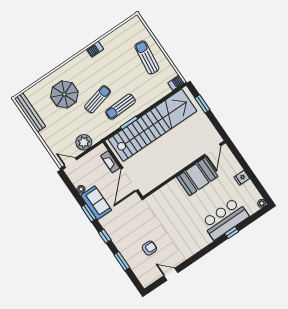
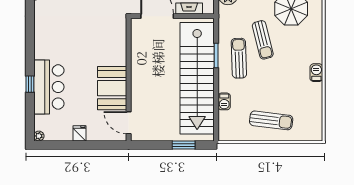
barbecue: (176, 83) -> (224, 101), moved

